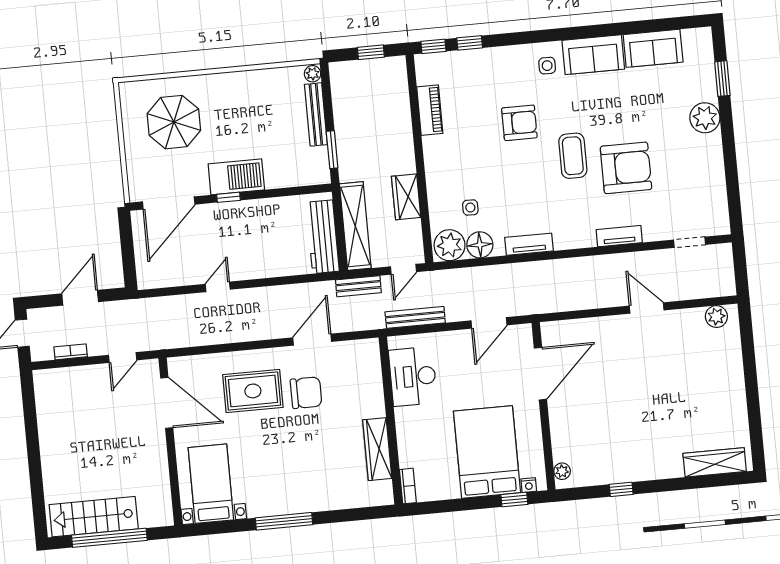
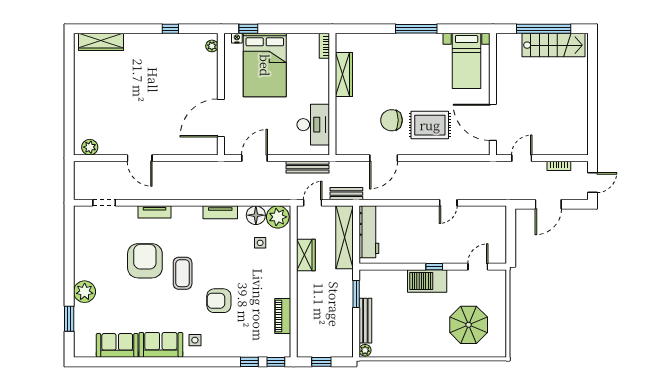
armchair: (626, 168) -> (145, 261), turned 90
door: (169, 203) -> (478, 267), width x0.53

